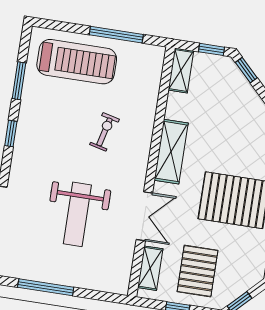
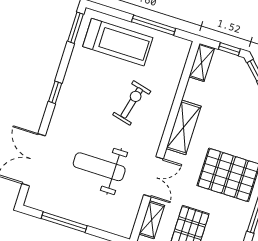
window: (19, 81) -> (76, 28), moved
exercise bike: (104, 132) -> (132, 103), width x1.38, depth x1.39
weight bench: (77, 214) -> (99, 167), turned 90

